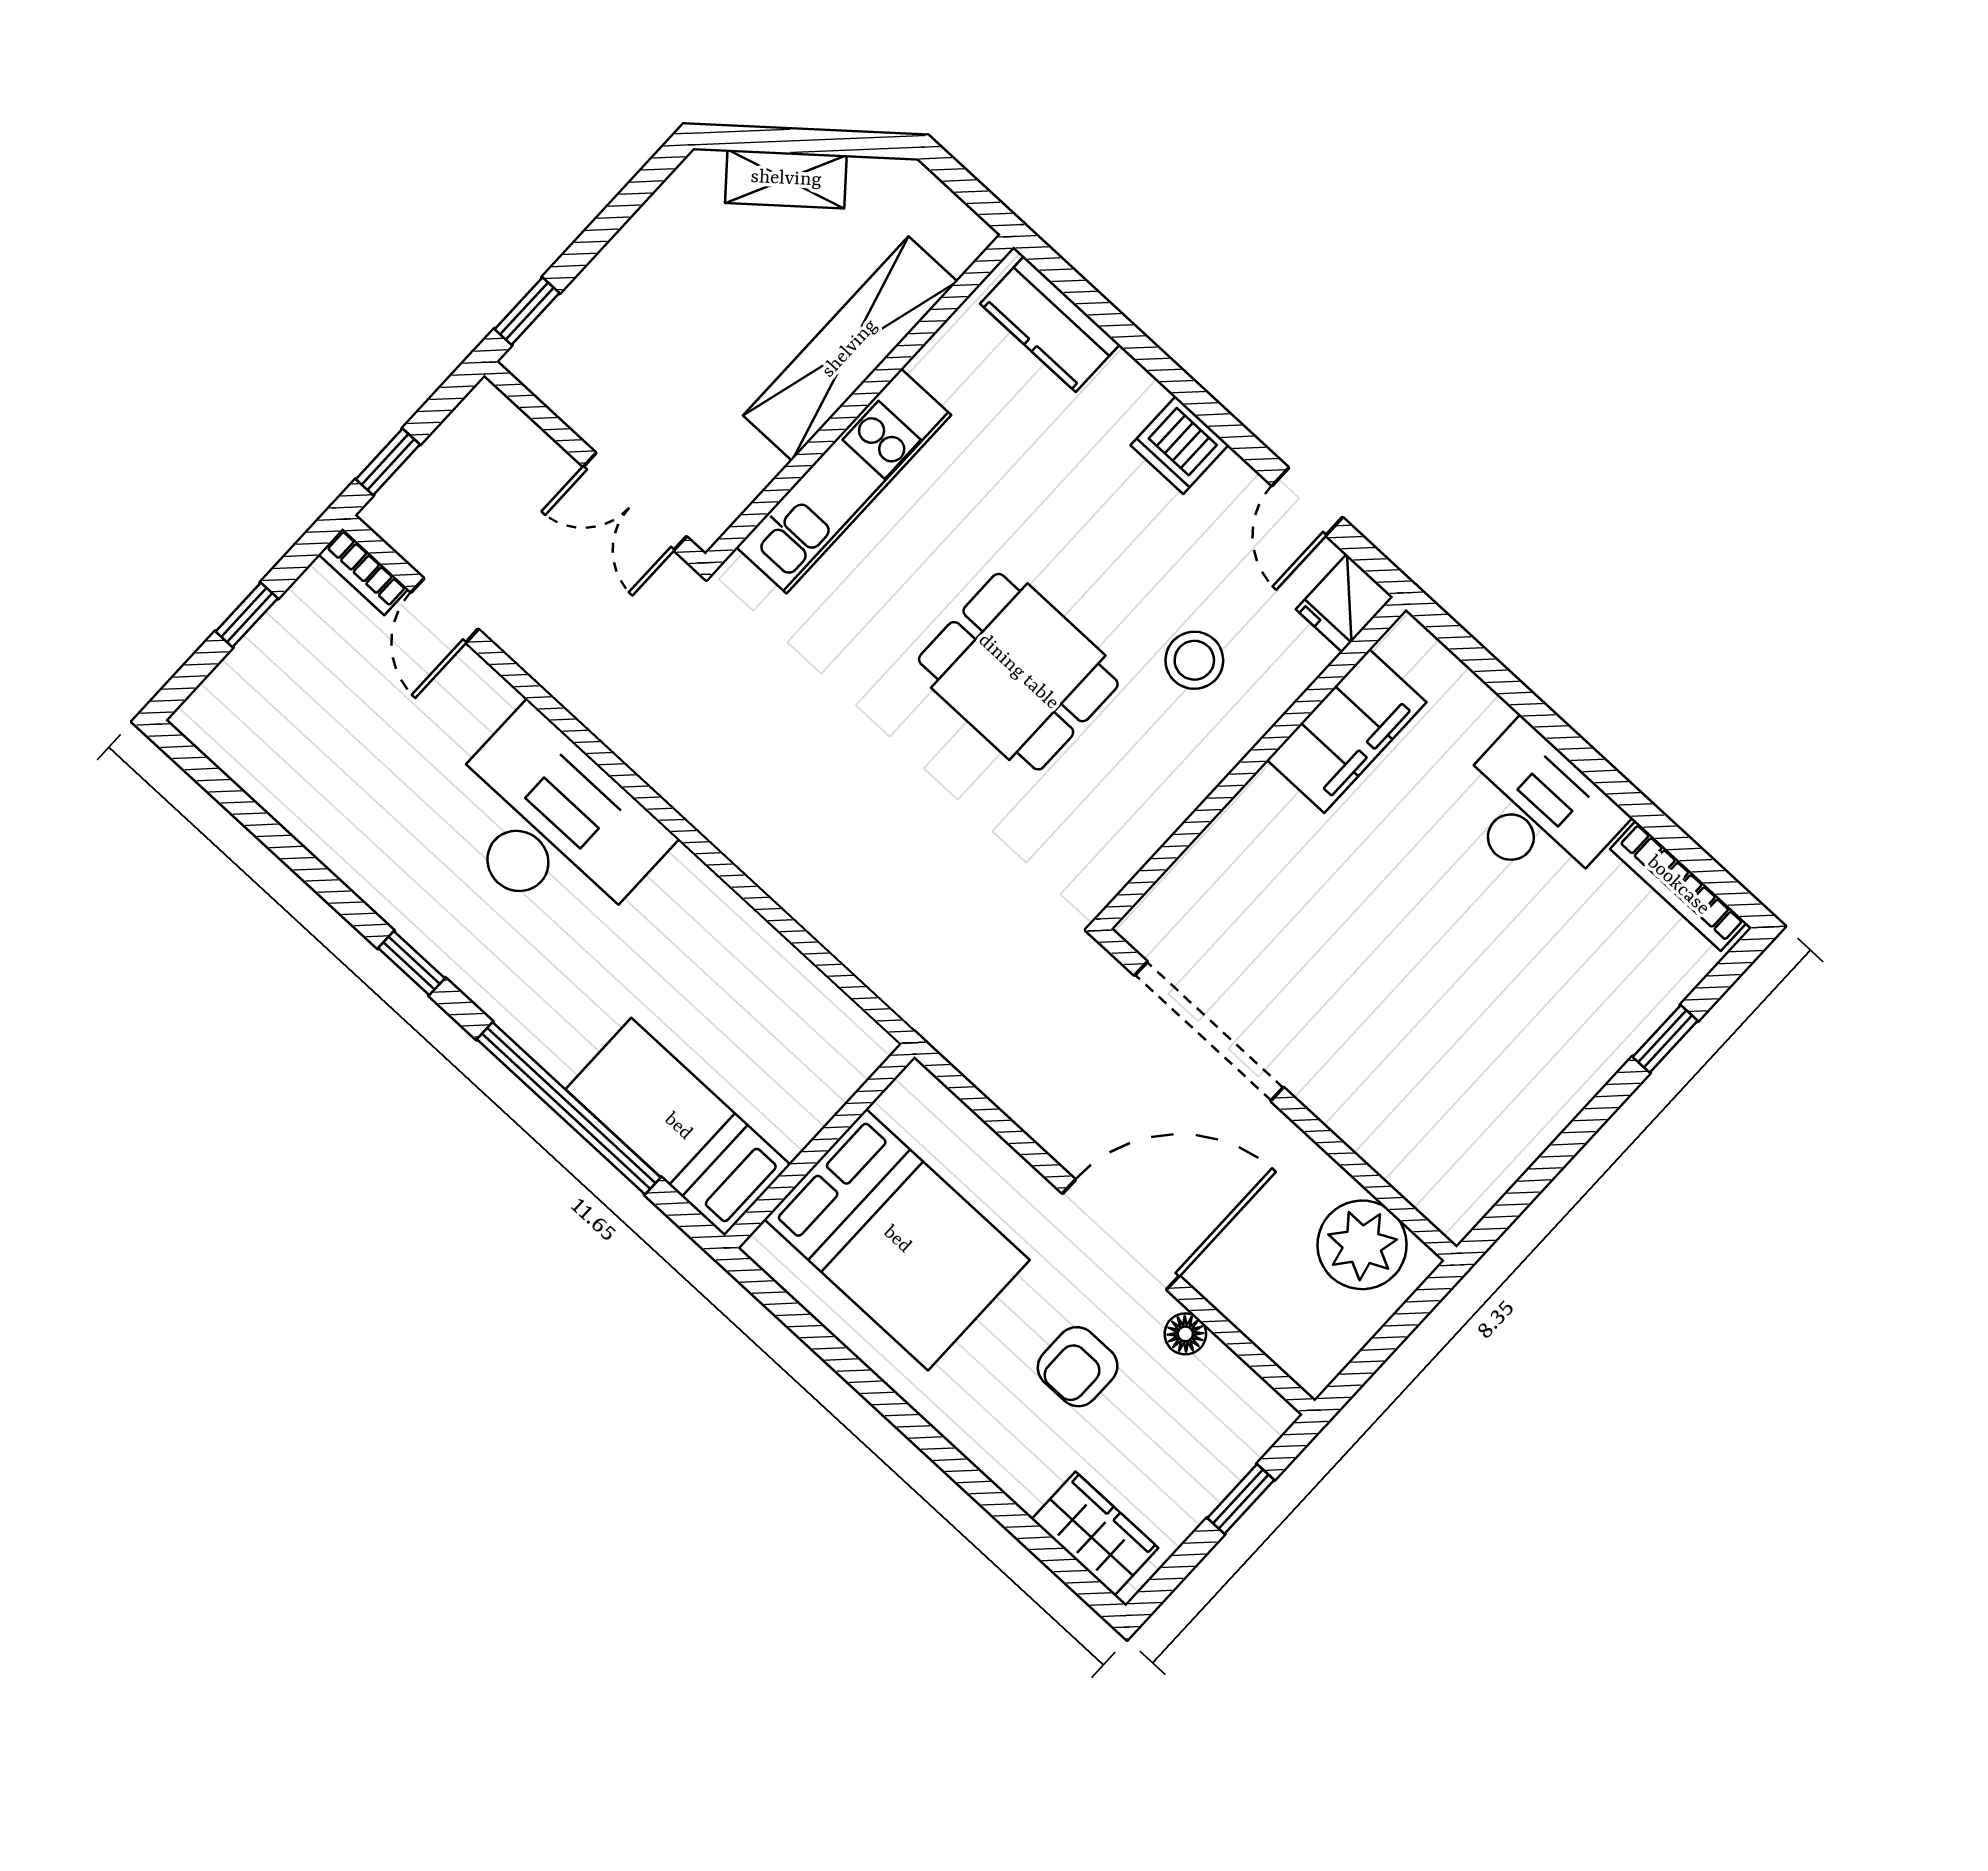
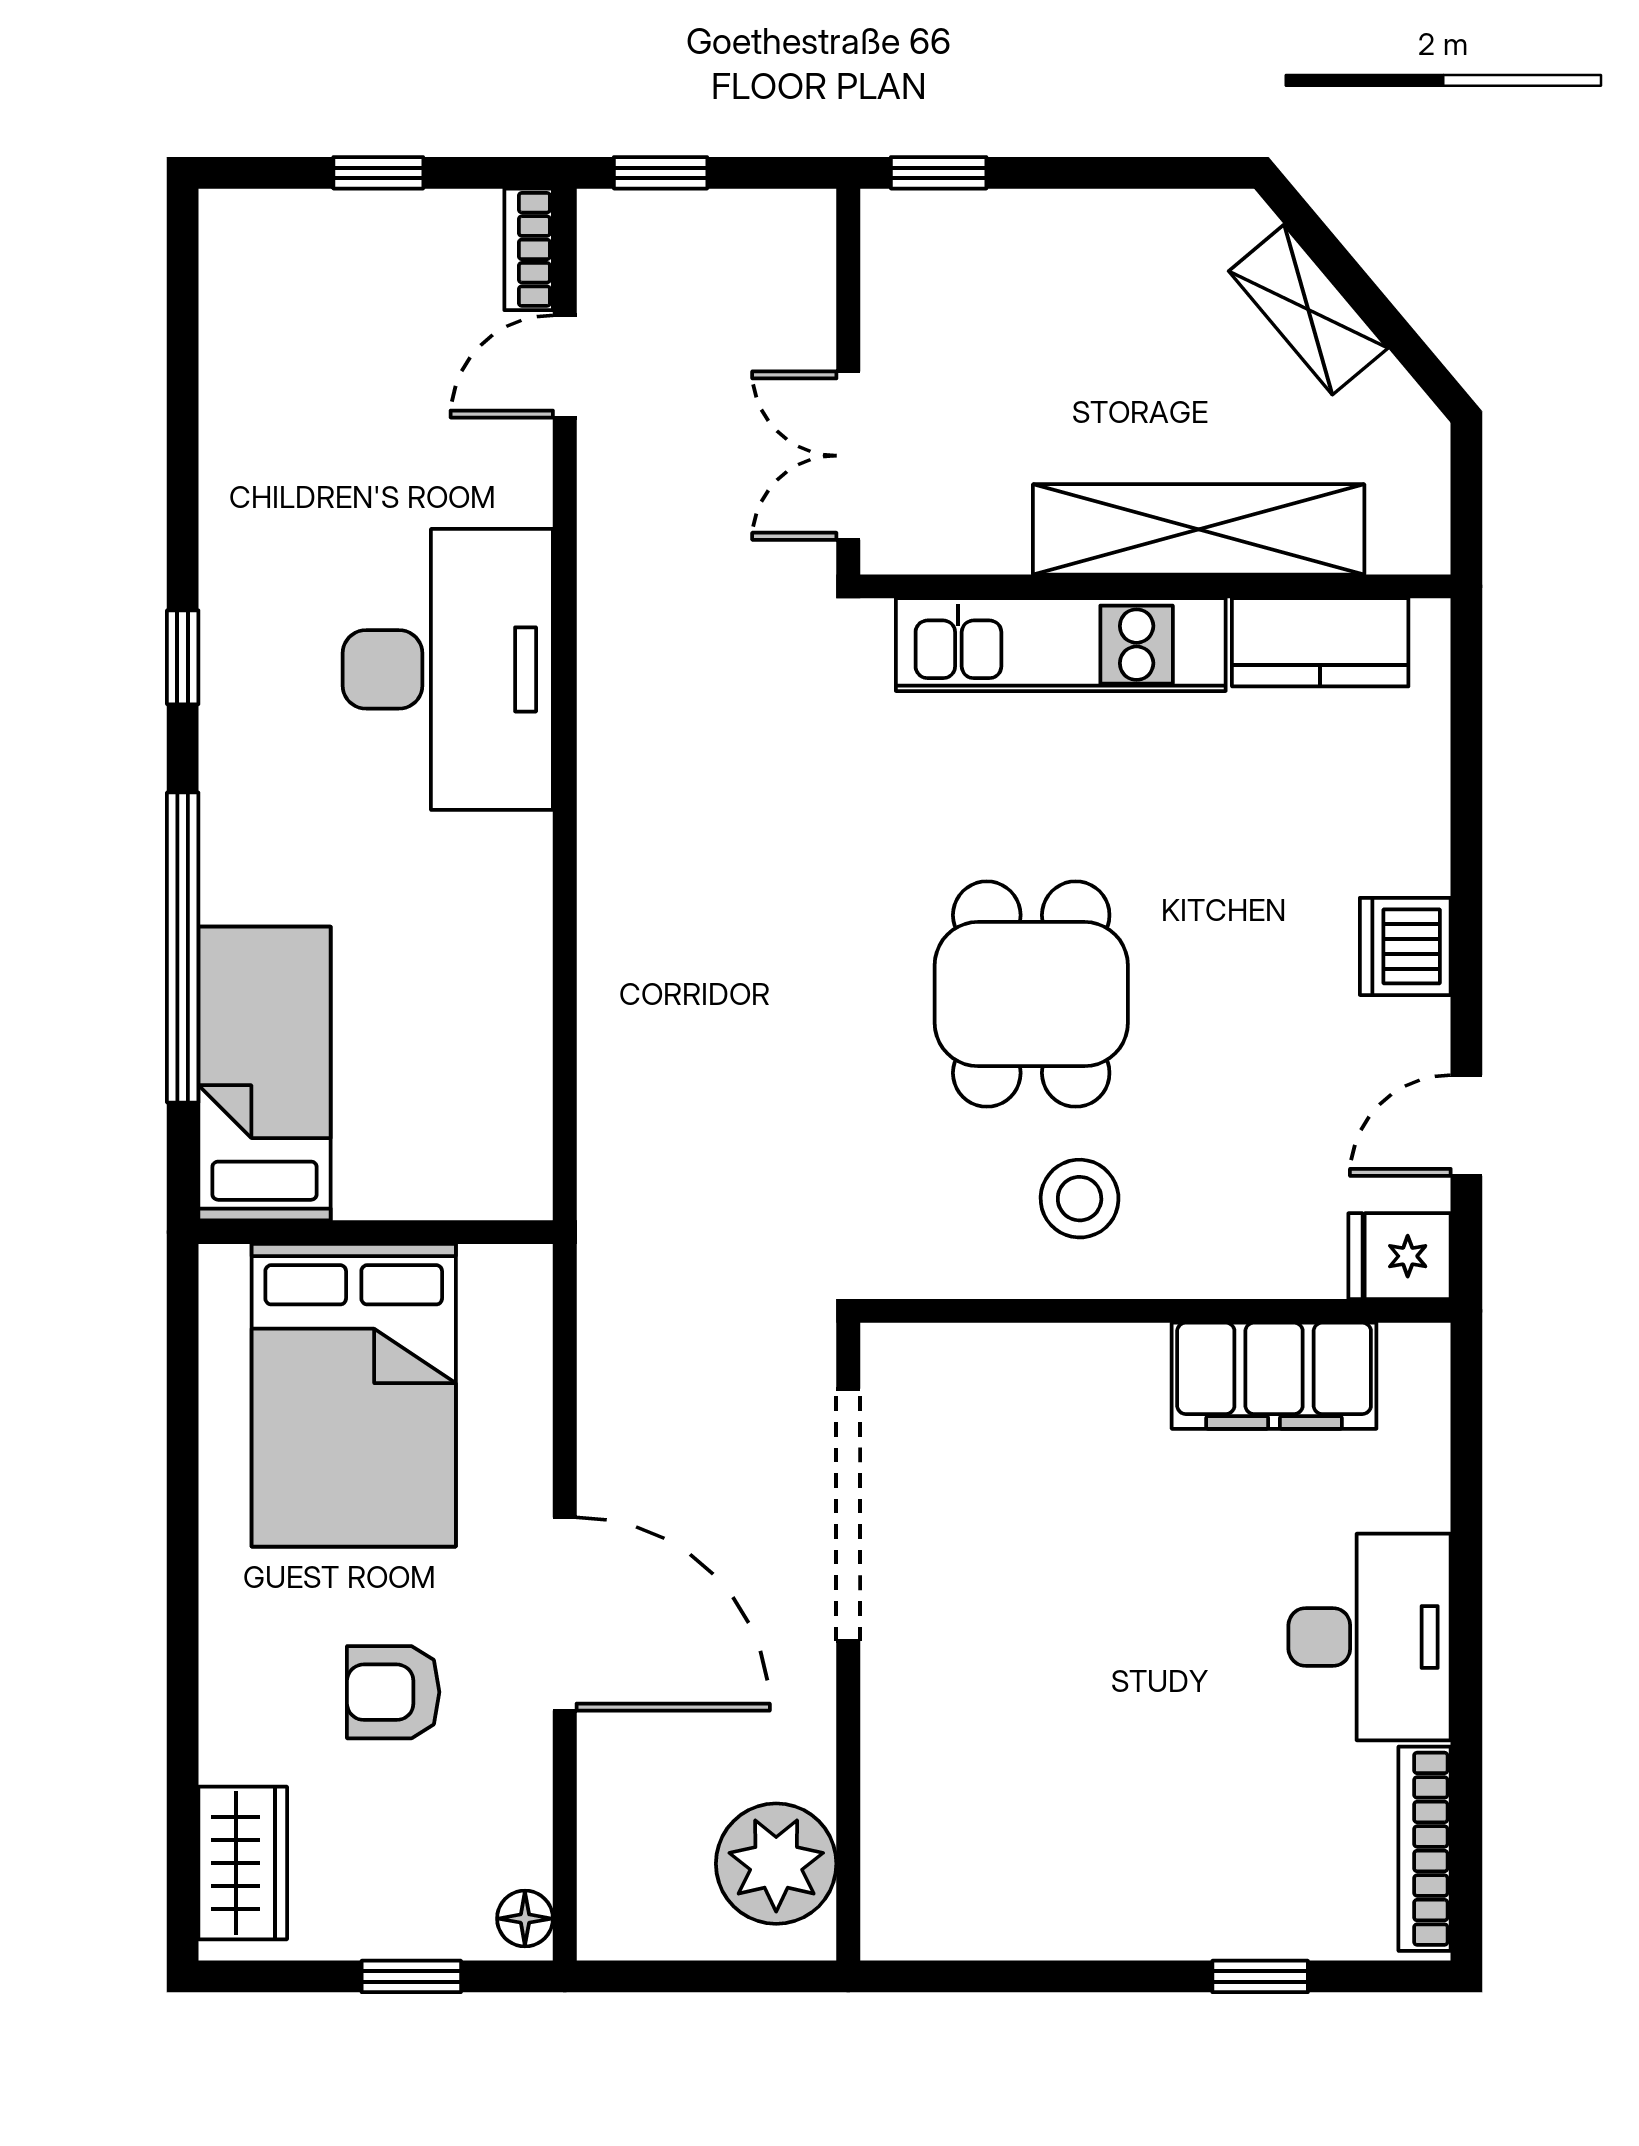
kitchen counter: (1050, 324) -> (1320, 642), moved, turned -90
stool: (1194, 660) -> (1080, 1199), moved
floor lamp: (1185, 1334) -> (525, 1919), moved

